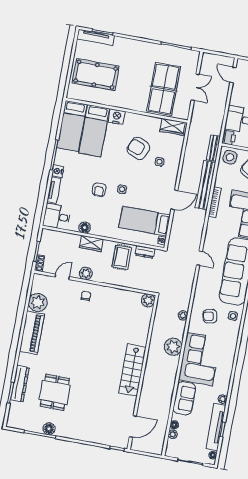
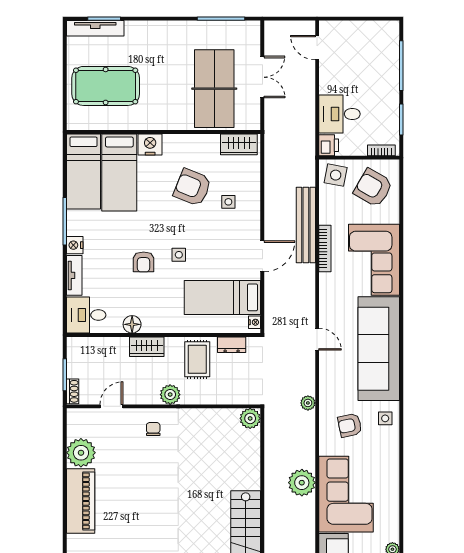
bench: (213, 148) -> (308, 166), removed
plant: (86, 273) -> (170, 395), moved
plant: (183, 315) -> (308, 403), moved

